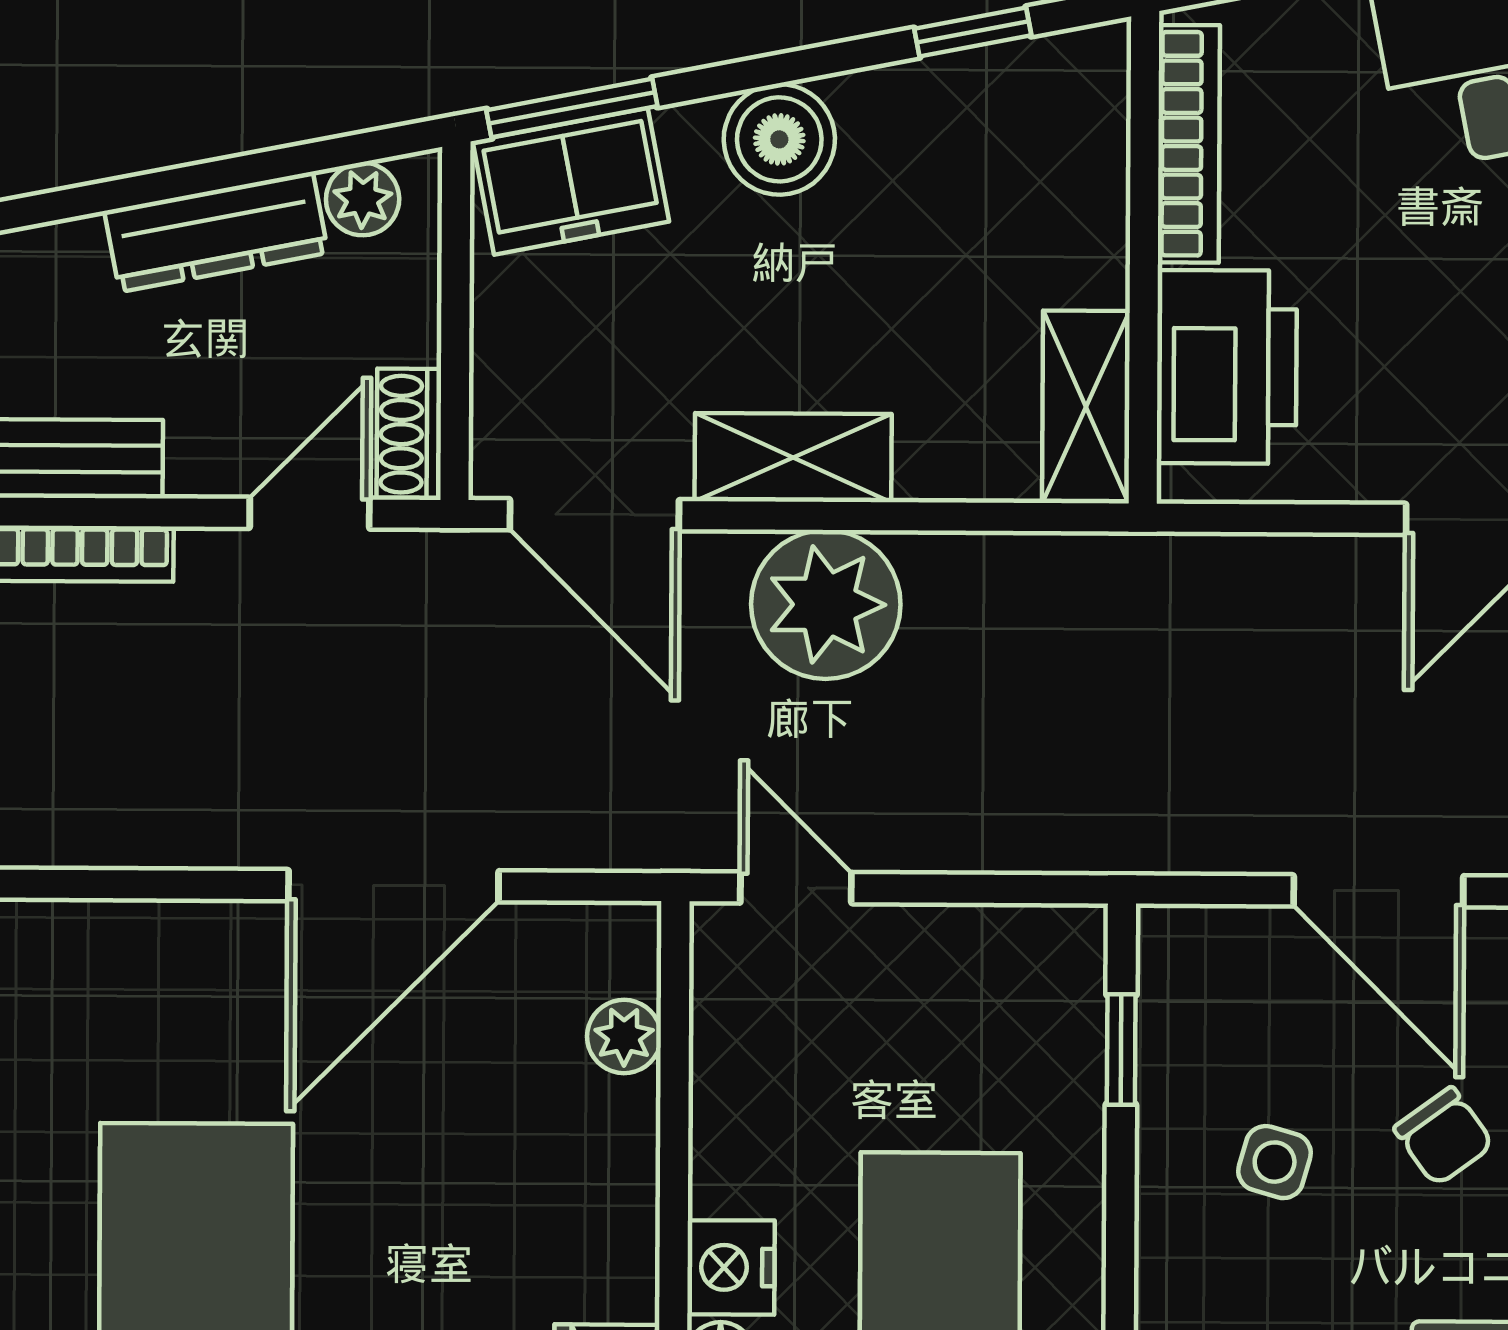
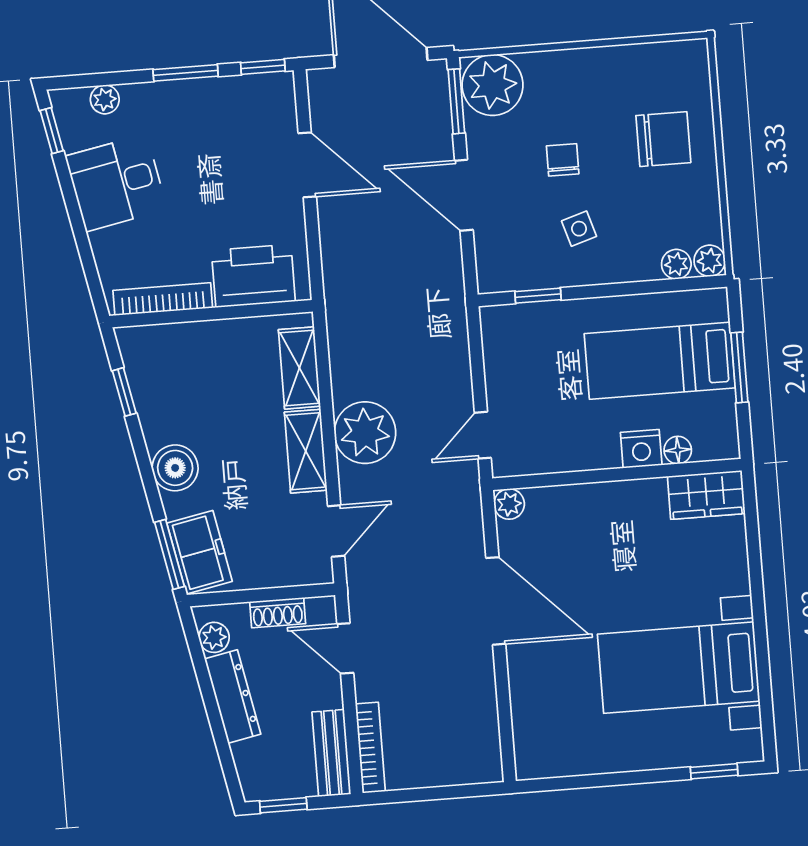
shelving: (1086, 407) -> (299, 368), moved, turned 90
shoe rack: (409, 434) -> (278, 613), moved
door: (594, 515) -> (336, 531), width x0.73
door: (1378, 891) -> (464, 195), swing flipped
plant: (624, 1036) -> (509, 504), moved
chair: (1444, 1136) -> (563, 160), turned -54
side table: (1275, 1162) -> (579, 229), turned -33

